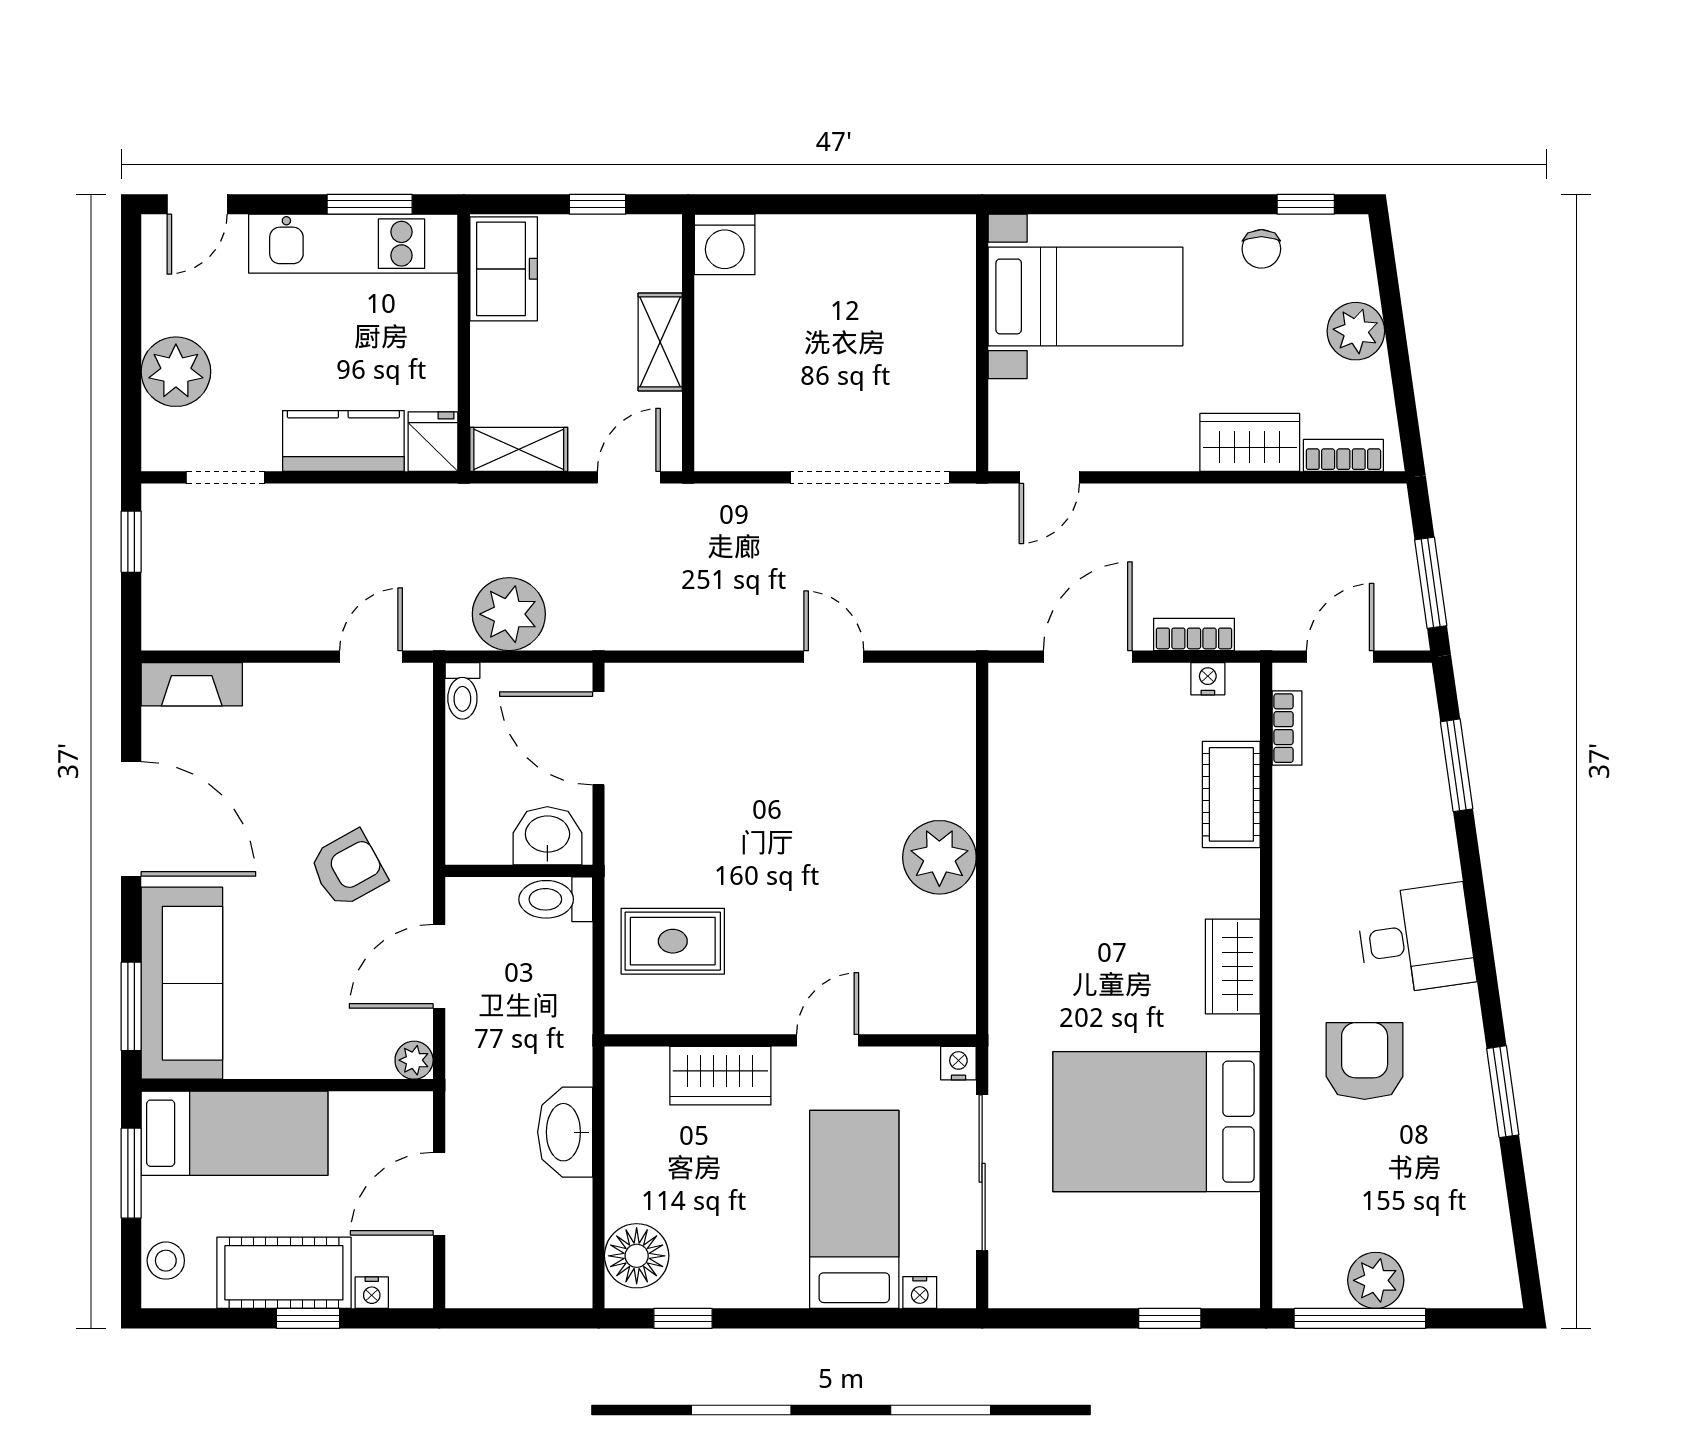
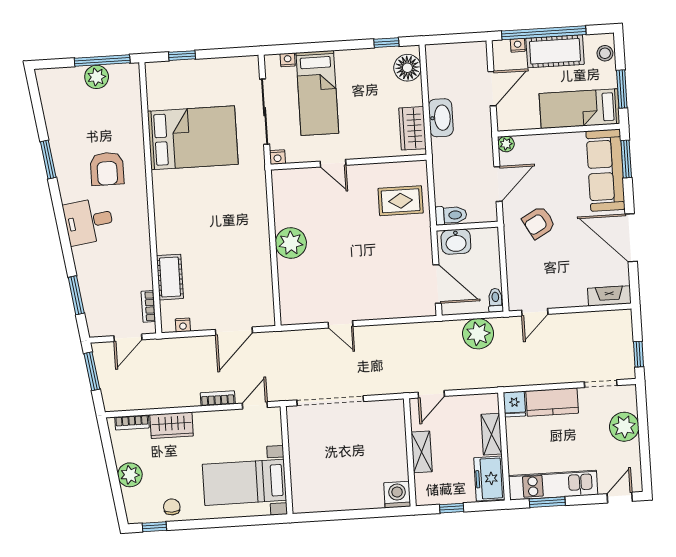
shelving: (519, 449) -> (491, 434), moved, turned 90
bookcase: (1194, 635) -> (218, 398), moved, turned 180
wardrobe: (1233, 966) -> (165, 205), removed
door: (828, 1040) -> (333, 163), hinge flipped
wardrobe: (720, 1076) -> (412, 128), moved, turned -90
window: (308, 1318) -> (544, 33), width x3.17

